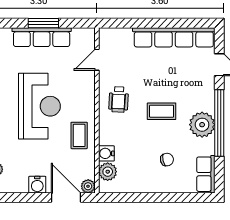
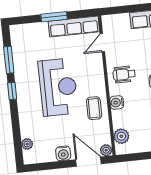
row of seats: (42, 37) -> (74, 27), moved
wheelchair: (119, 99) -> (124, 74), turned 87
water cooler: (106, 153) -> (117, 103), moved

